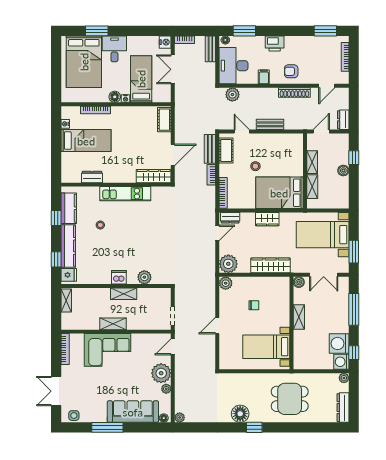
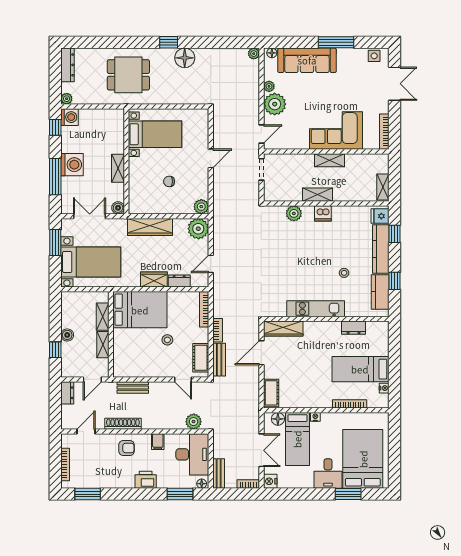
floor lamp: (115, 97) -> (278, 419), moved
bench: (270, 124) -> (133, 387), moved
dresser: (230, 218) -> (179, 281), moved
washing machine: (339, 343) -> (72, 165), moved

